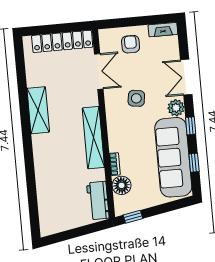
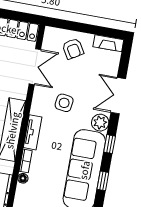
armchair: (131, 44) -> (73, 49), turned 149
tv unit: (114, 135) -> (33, 132), added
floor lamp: (122, 185) -> (23, 178), width x0.53, depth x0.53

